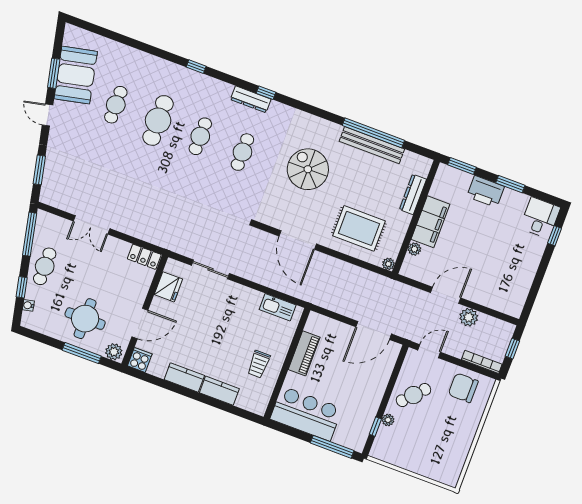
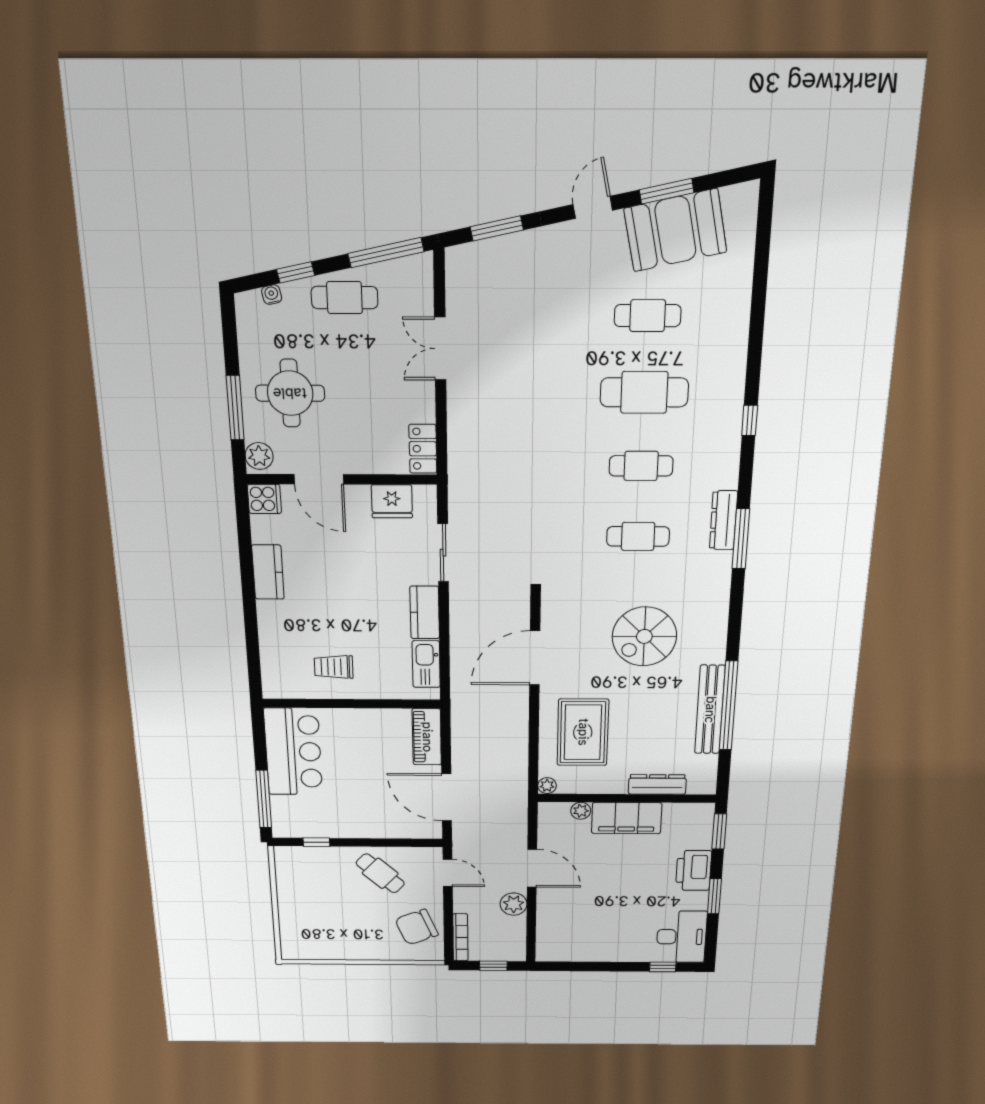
window: (266, 93) -> (741, 539), width x2.17
spiral stairs: (308, 169) -> (644, 636), turned 180
desk: (540, 218) -> (681, 937), width x1.37
piano: (304, 353) -> (427, 737), moved, turned 90
chair: (463, 388) -> (417, 927), turned -112
kitchen counter: (219, 391) -> (425, 612), moved, turned 180
plant: (388, 420) -> (333, 854), removed

